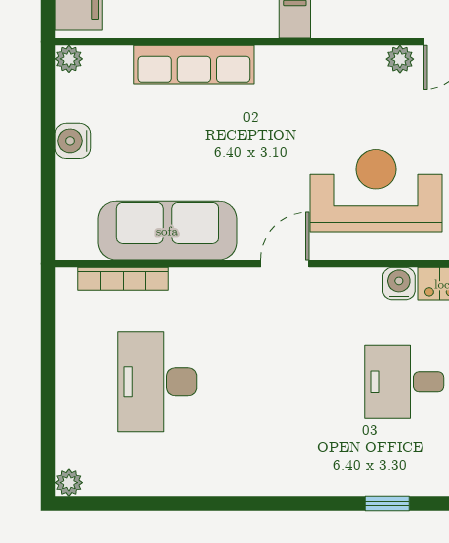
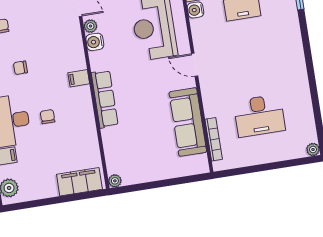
row of seats: (194, 65) -> (105, 99), moved
water cooler: (73, 141) -> (95, 42), moved, turned 90

